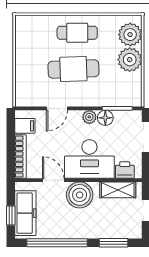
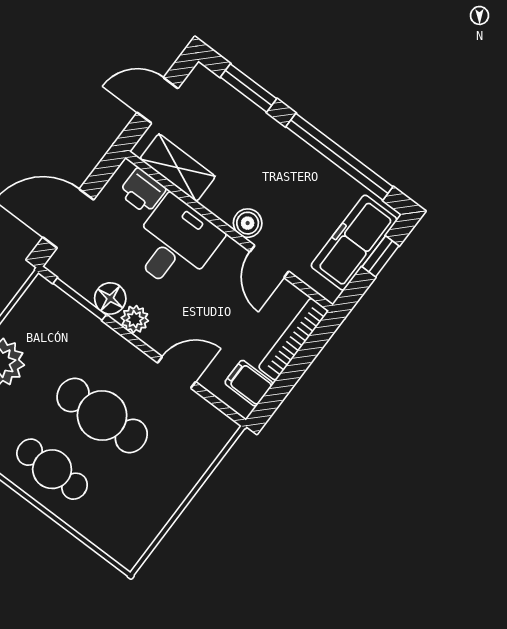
desk: (89, 159) -> (175, 243), width x0.73
boiler: (80, 195) -> (248, 223), width x0.54, depth x0.54

